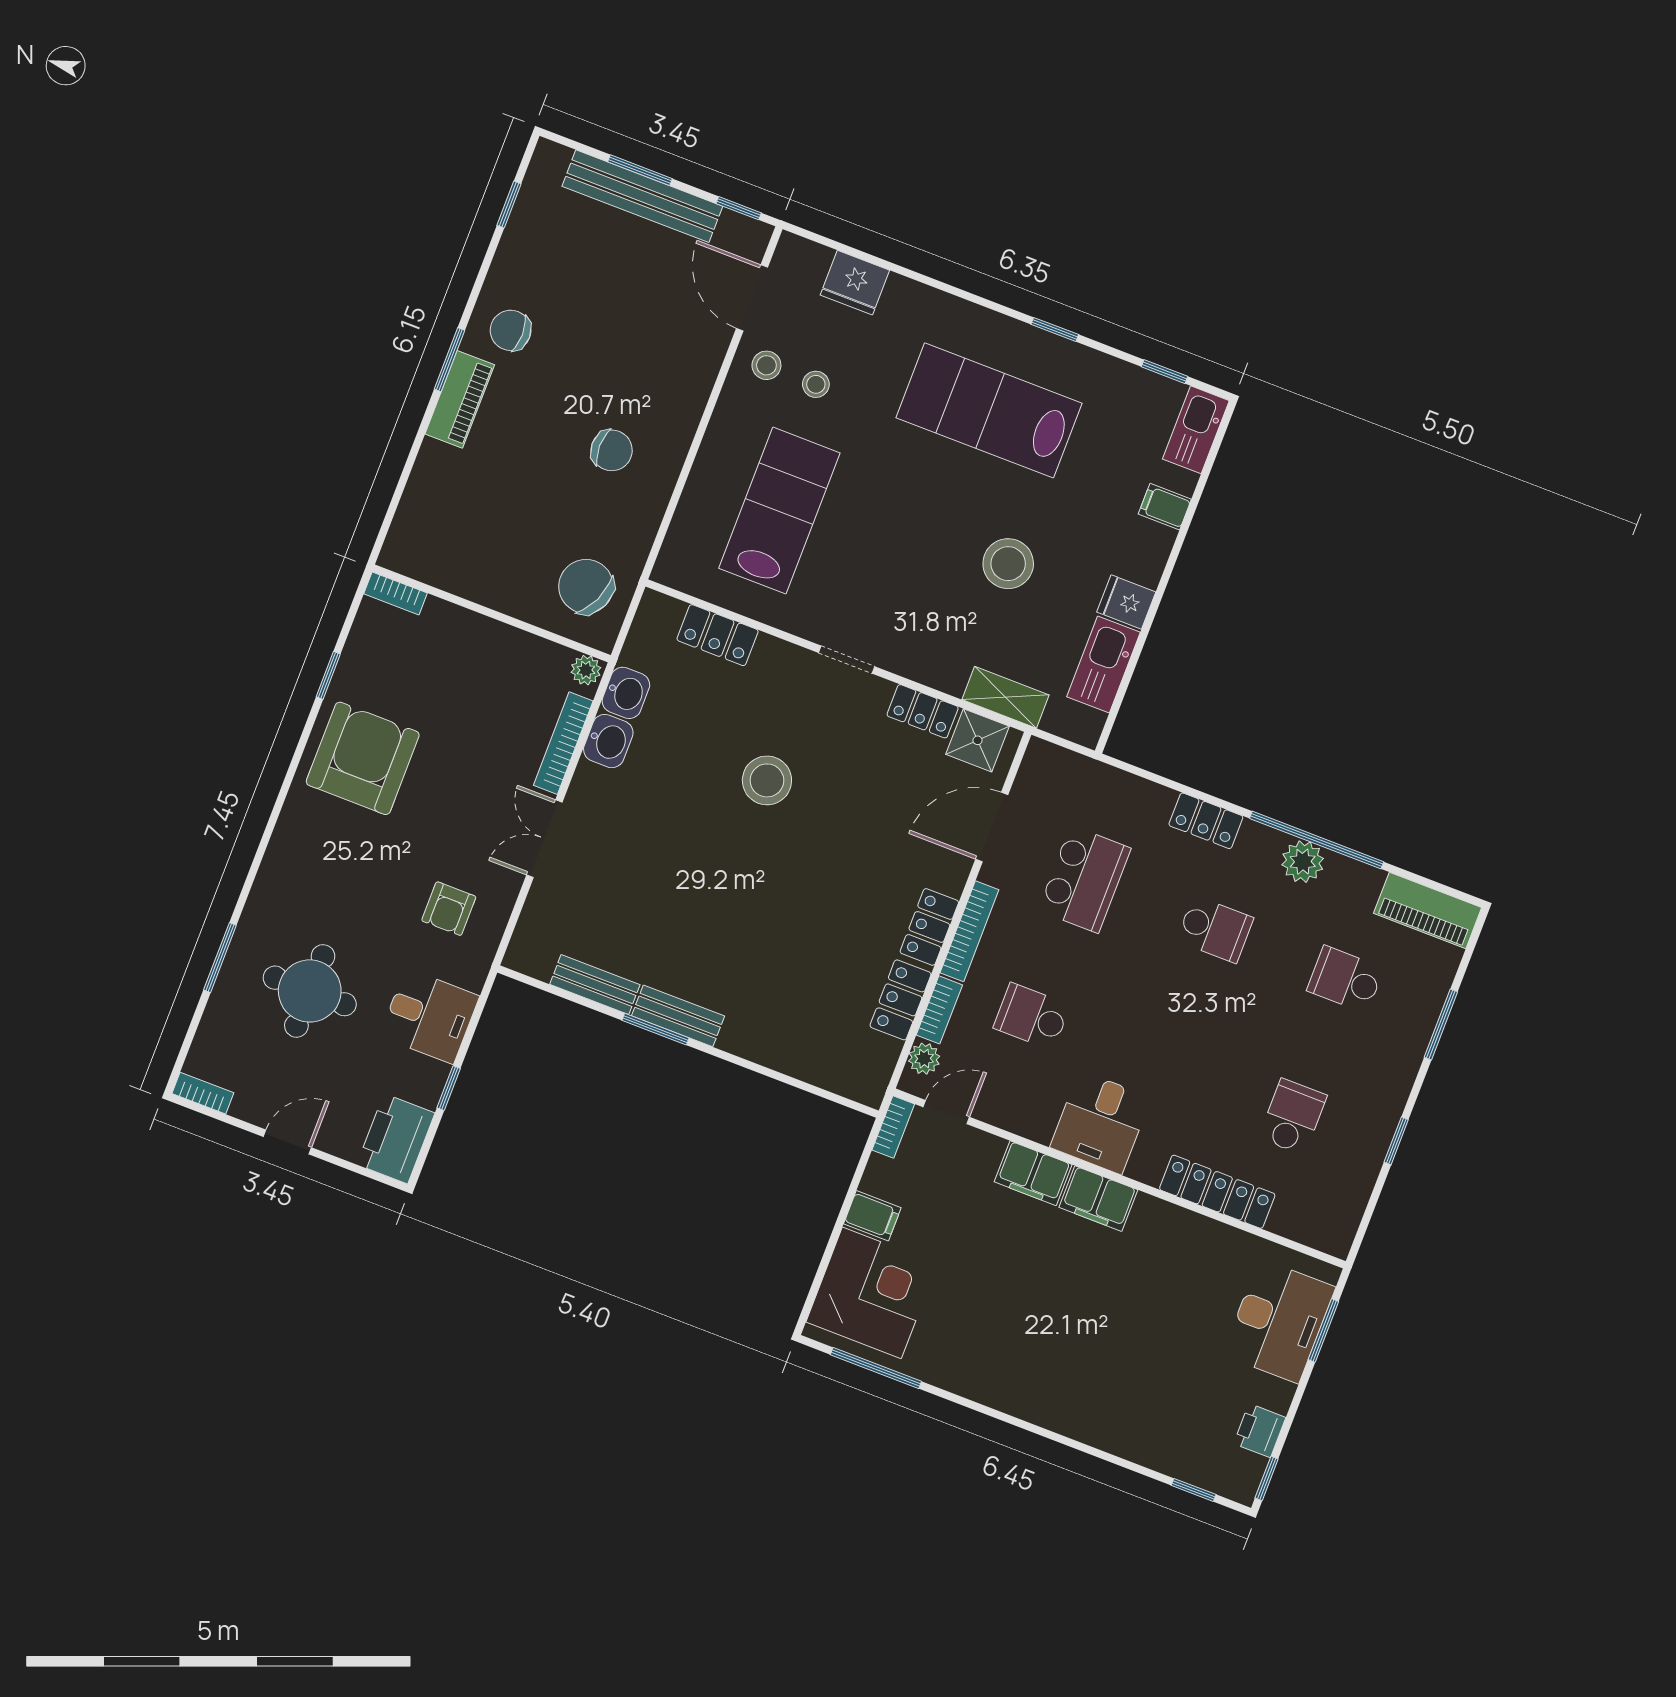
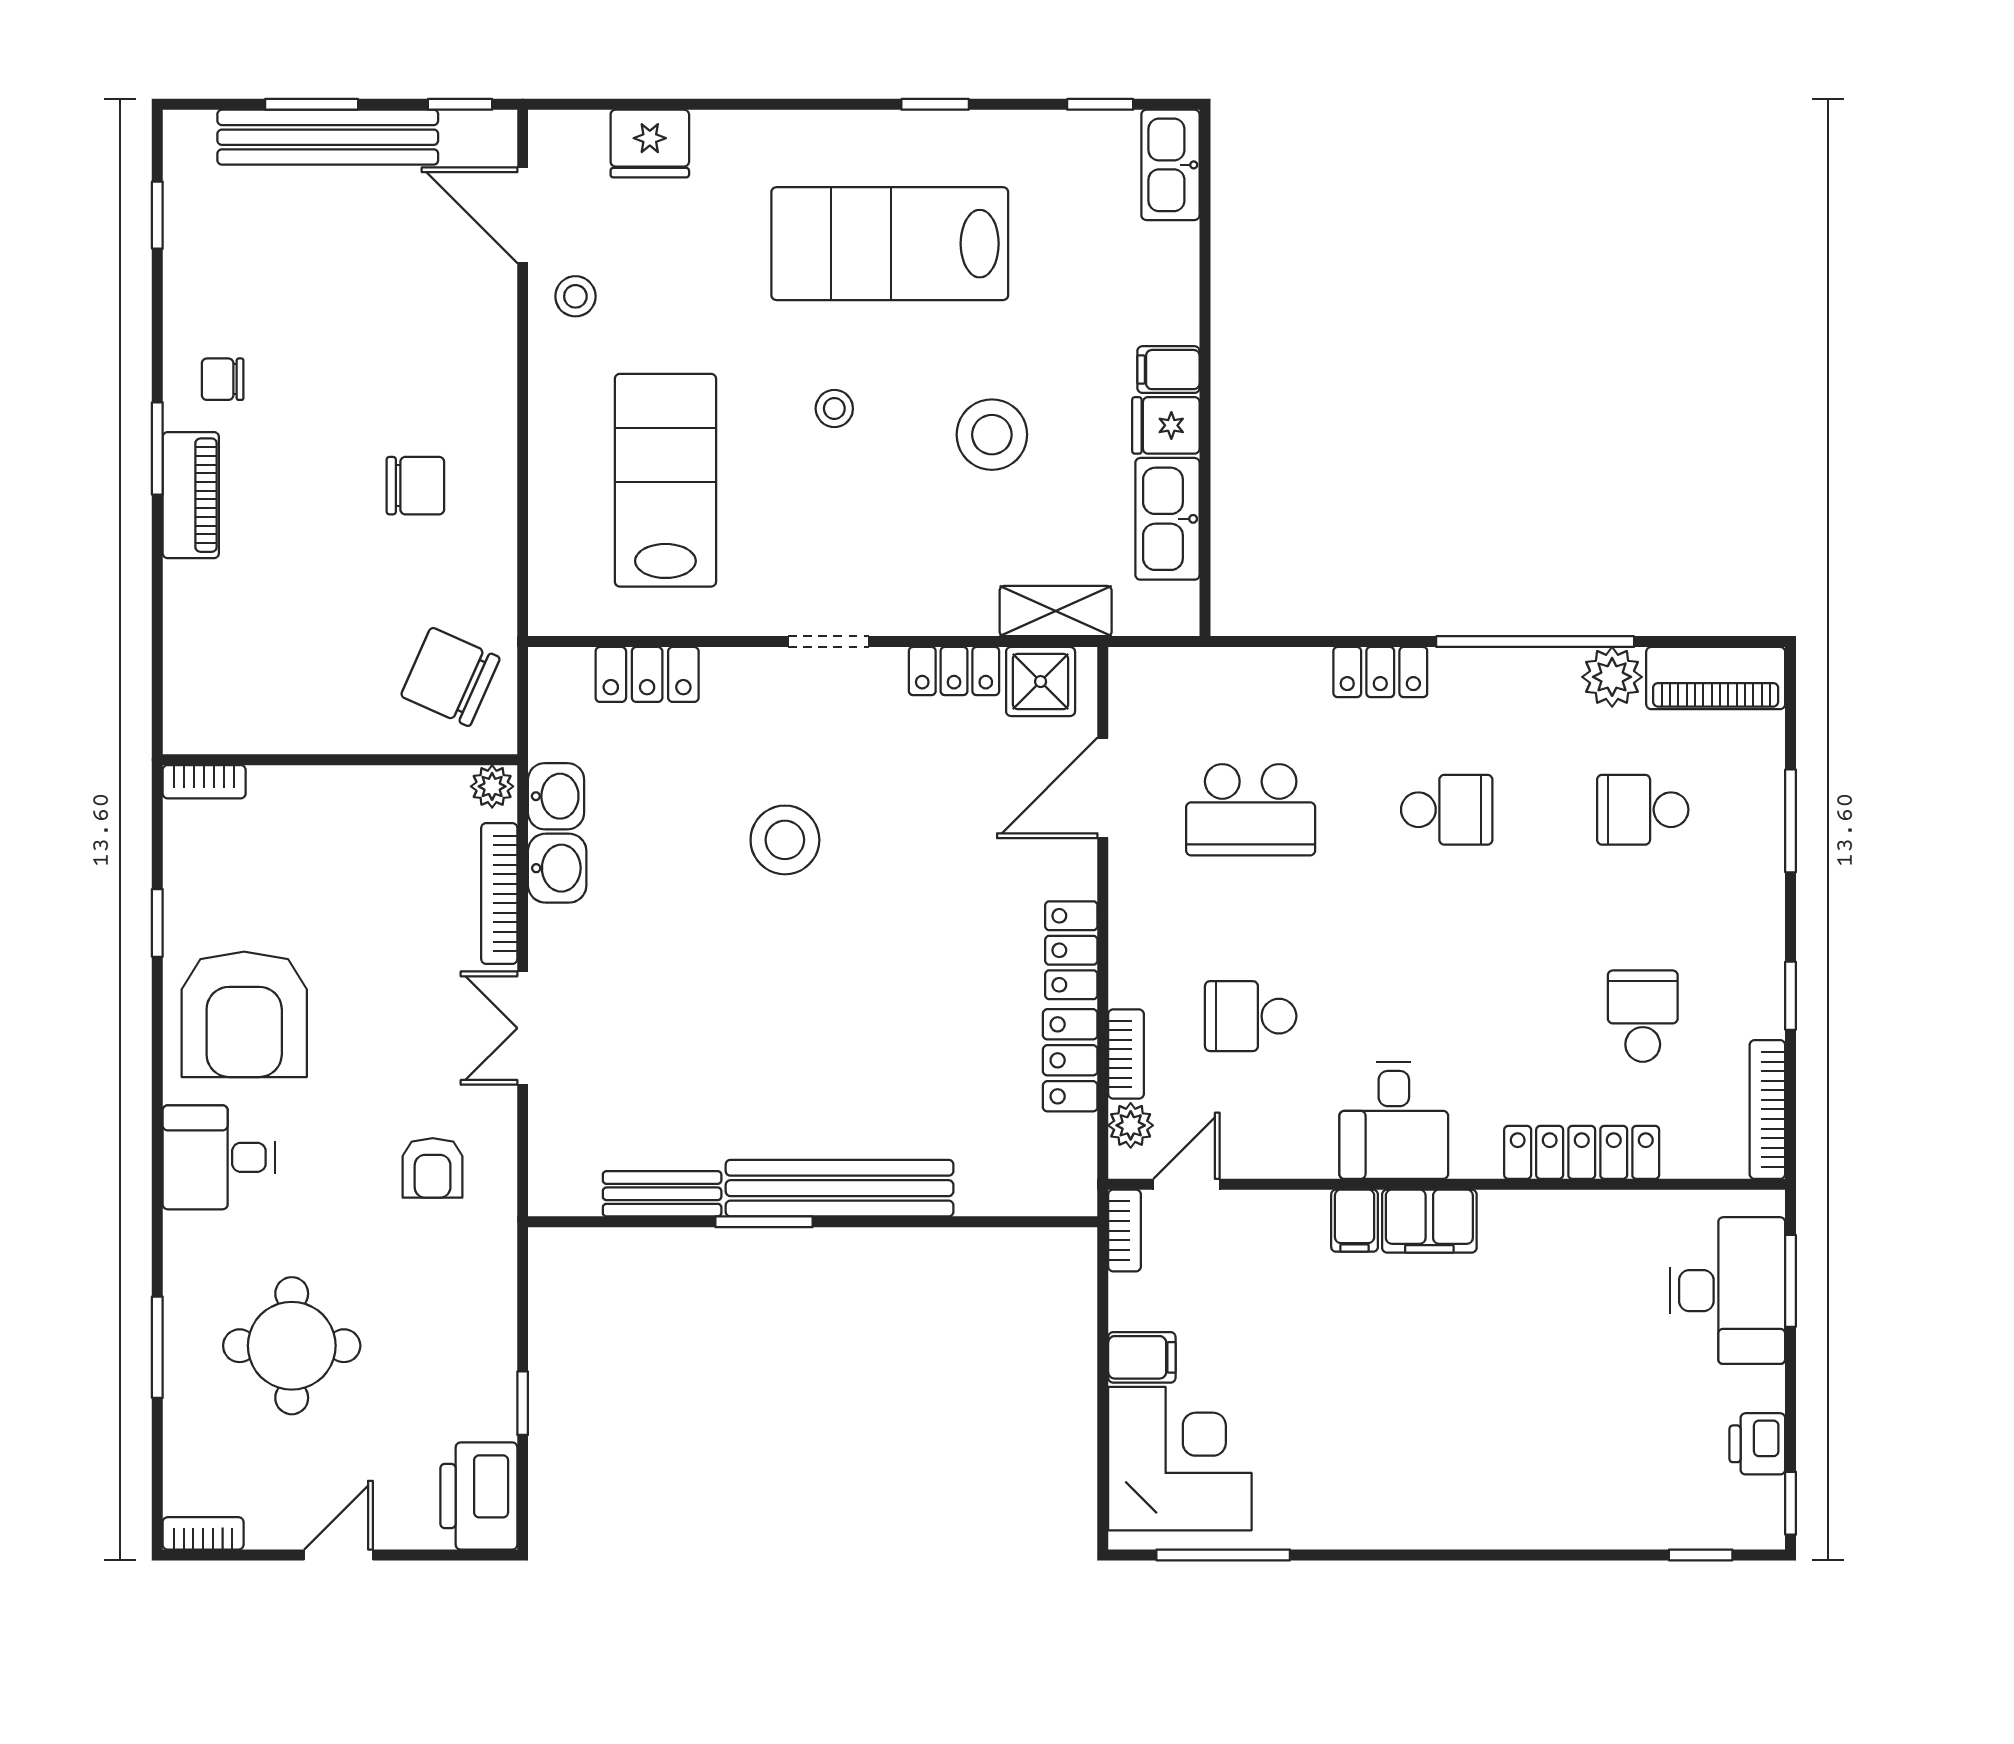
chair: (511, 330) -> (223, 379), width x0.73, depth x0.73
stool: (816, 384) -> (834, 409), moved
filing cabinet: (1165, 507) -> (1168, 370), moved
armchair: (363, 758) -> (244, 1014), turned 180
plant: (1303, 862) -> (1612, 677), moved
school desk: (1085, 879) -> (1251, 810), turned 90
bookcase: (969, 931) -> (1767, 1109), moved, turned 180
desk: (429, 1016) -> (219, 1157), moved, turned 180
bench: (678, 1016) -> (840, 1188), width x1.86, depth x1.21
filing cabinet: (1033, 1173) -> (1355, 1221), width x0.50

